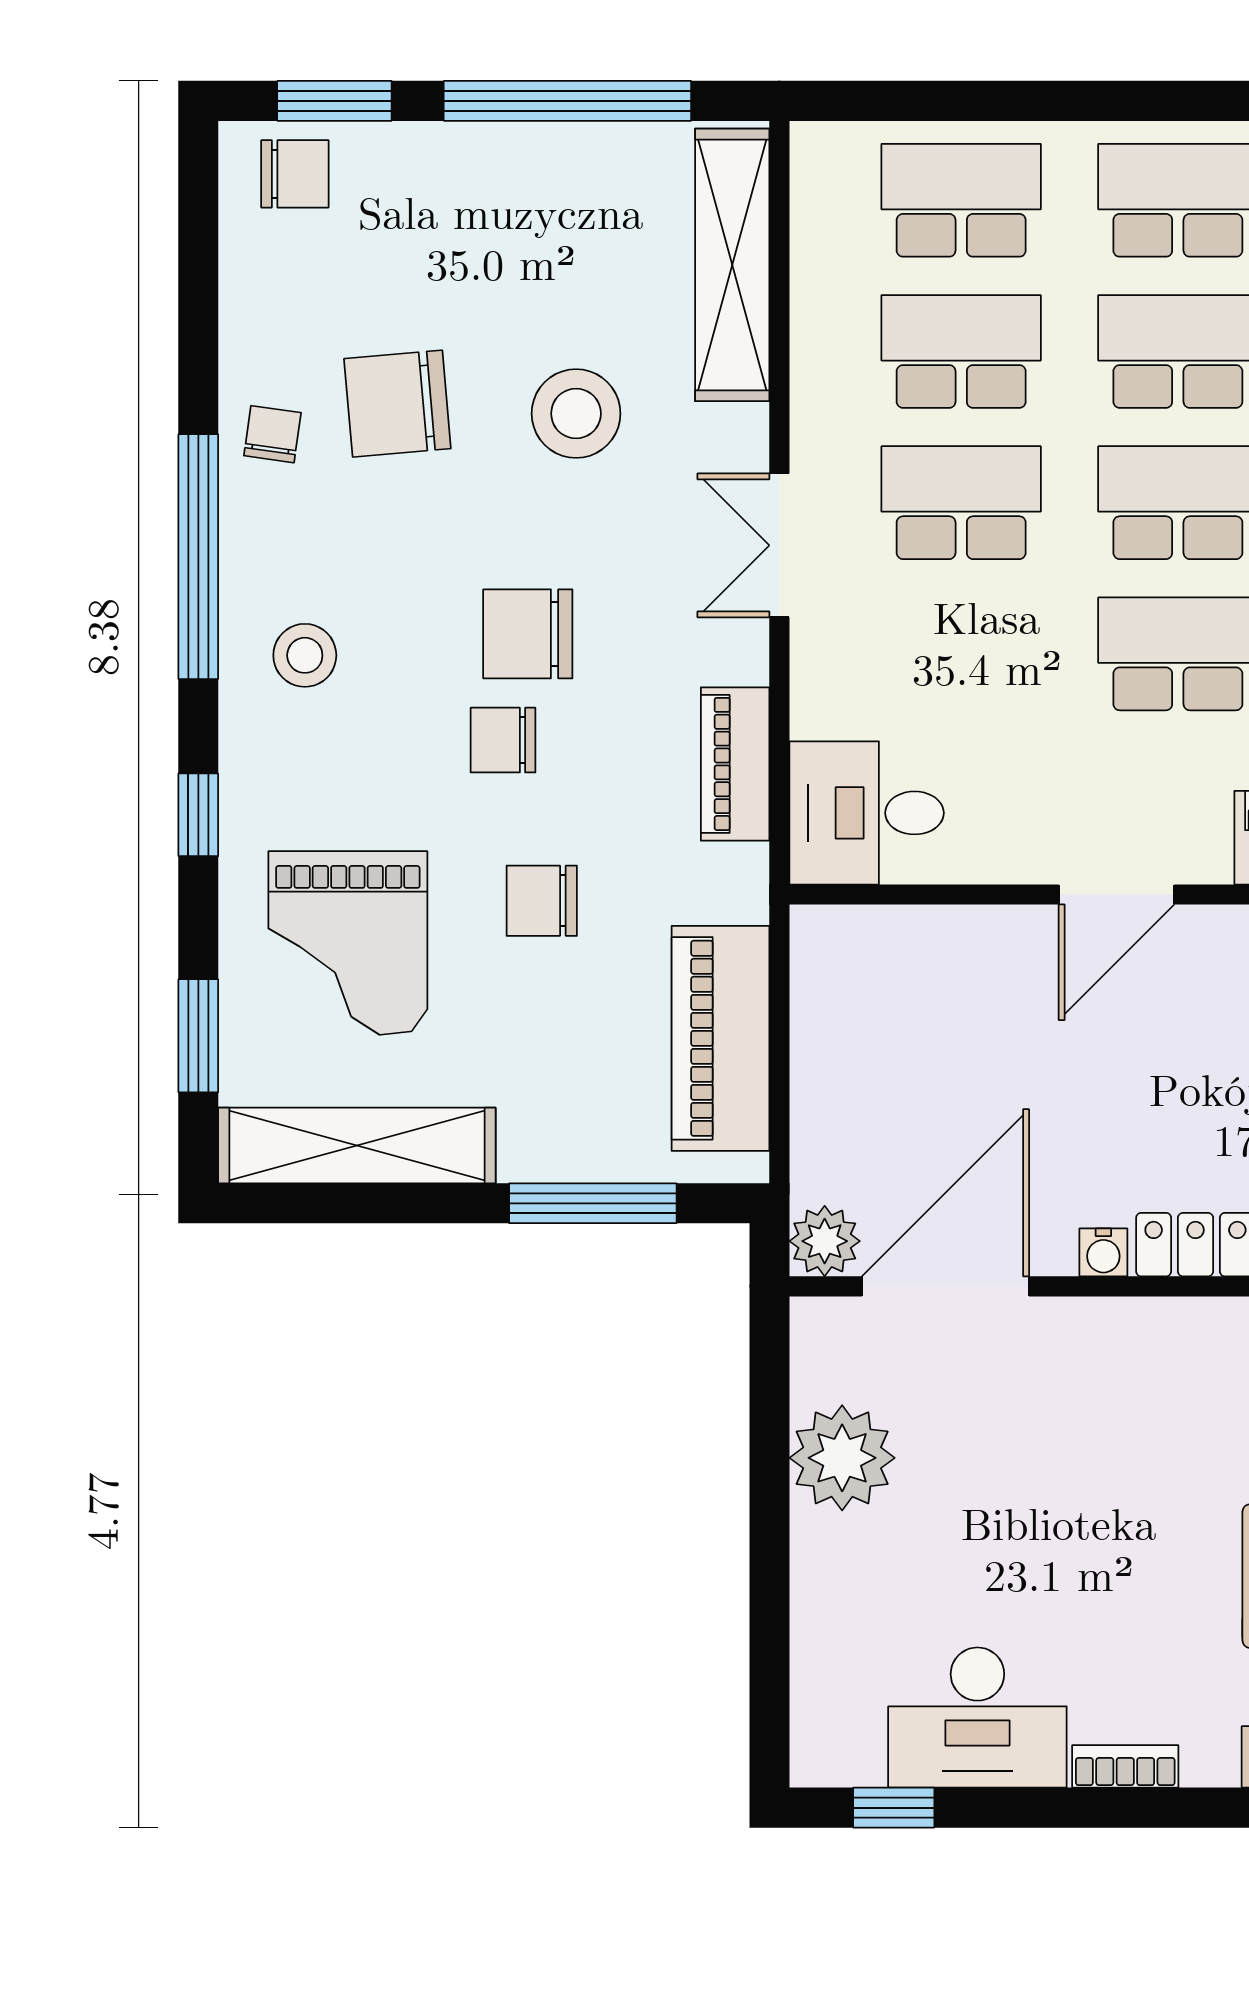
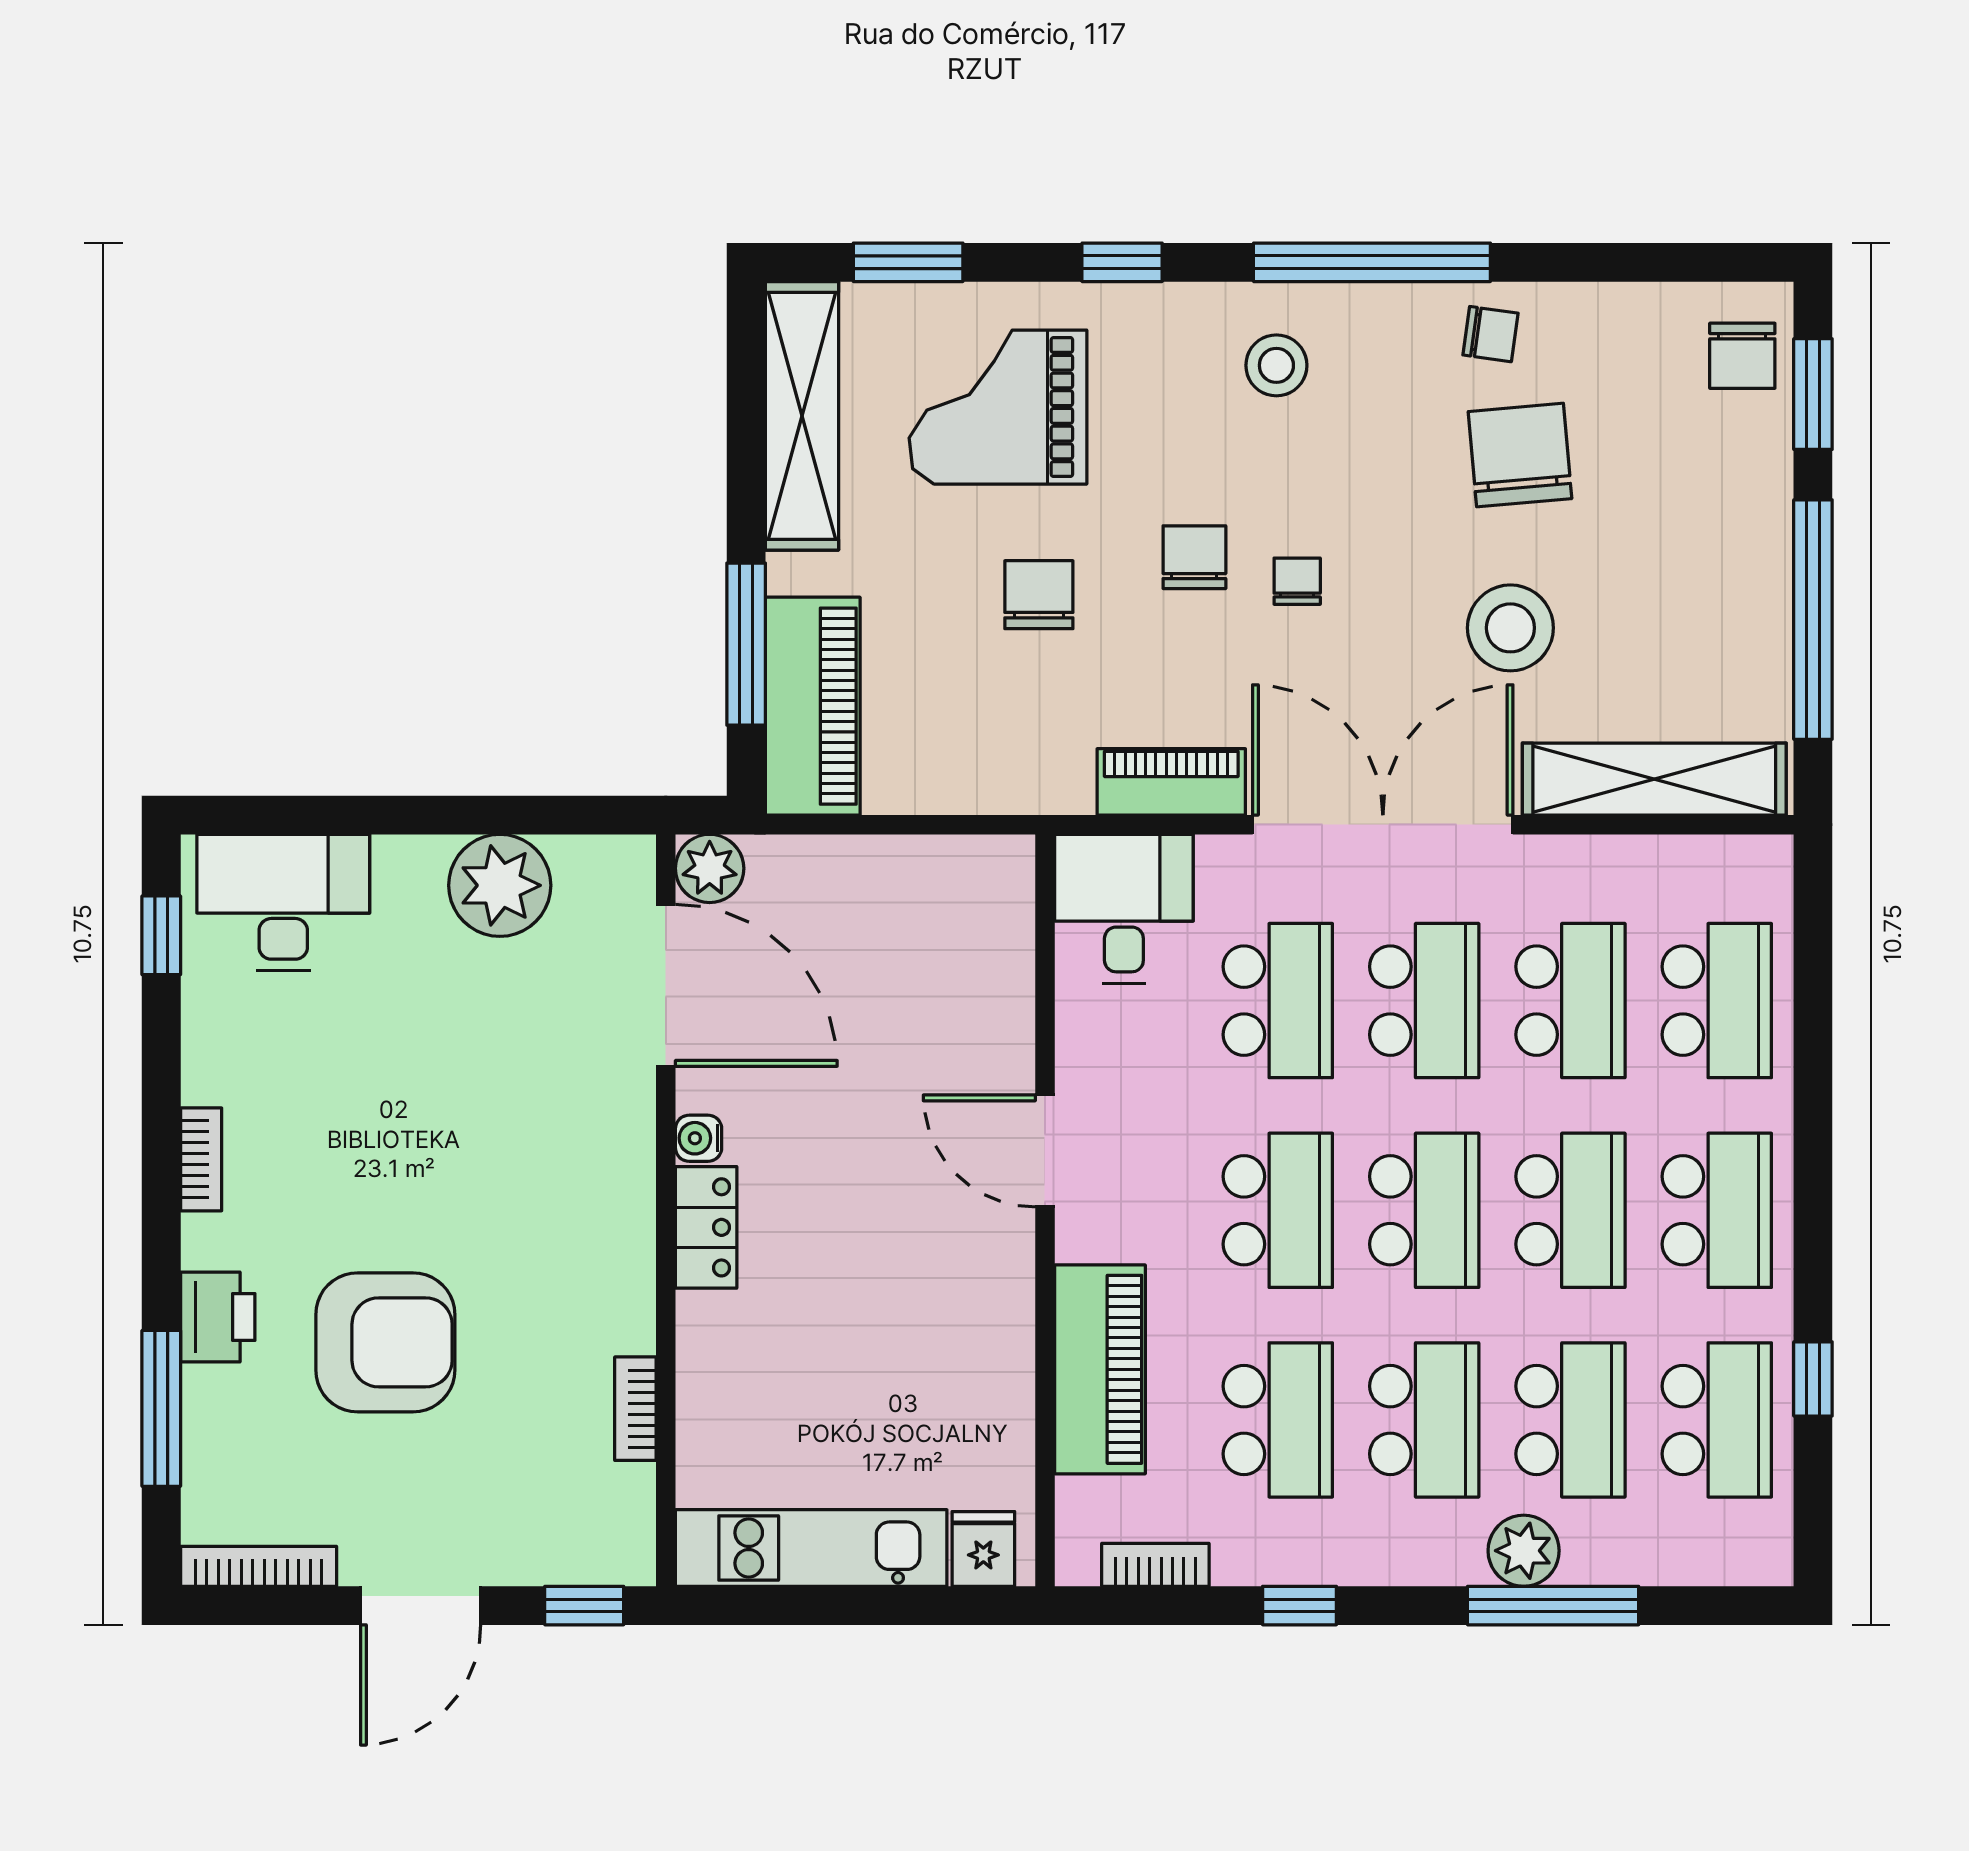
double door: (779, 545) -> (1383, 825), width x1.87
chair: (528, 634) -> (1297, 581), width x0.54, depth x0.54
school desk: (961, 654) -> (1278, 1001), added
piano: (721, 1038) -> (813, 706), moved, turned 90
desk: (977, 1718) -> (283, 902), moved, turned 90

